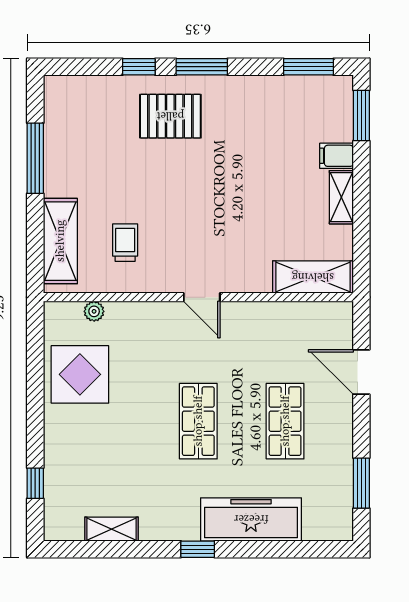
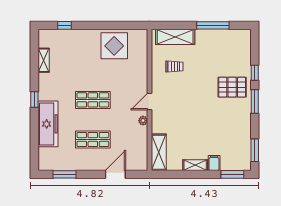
pallet: (170, 116) -> (232, 87), turned 90
plant: (94, 311) -> (143, 121), moved

